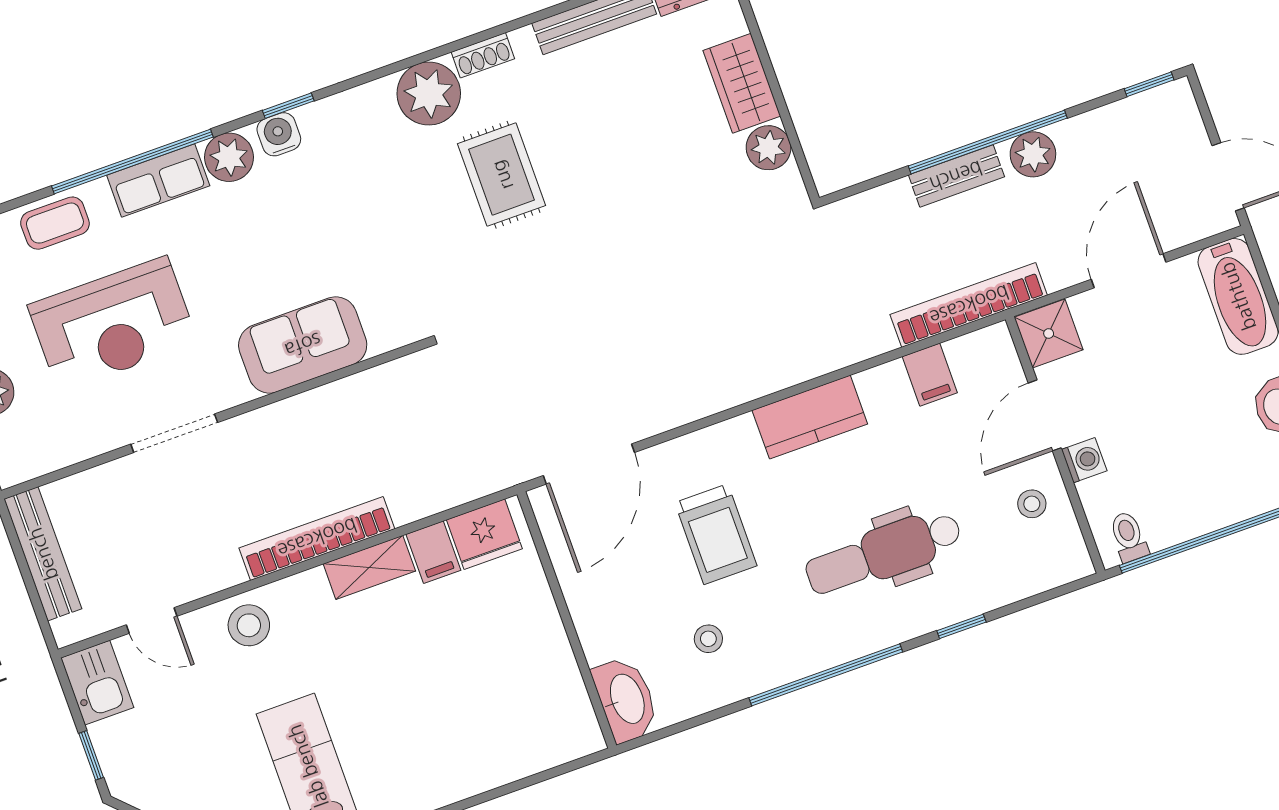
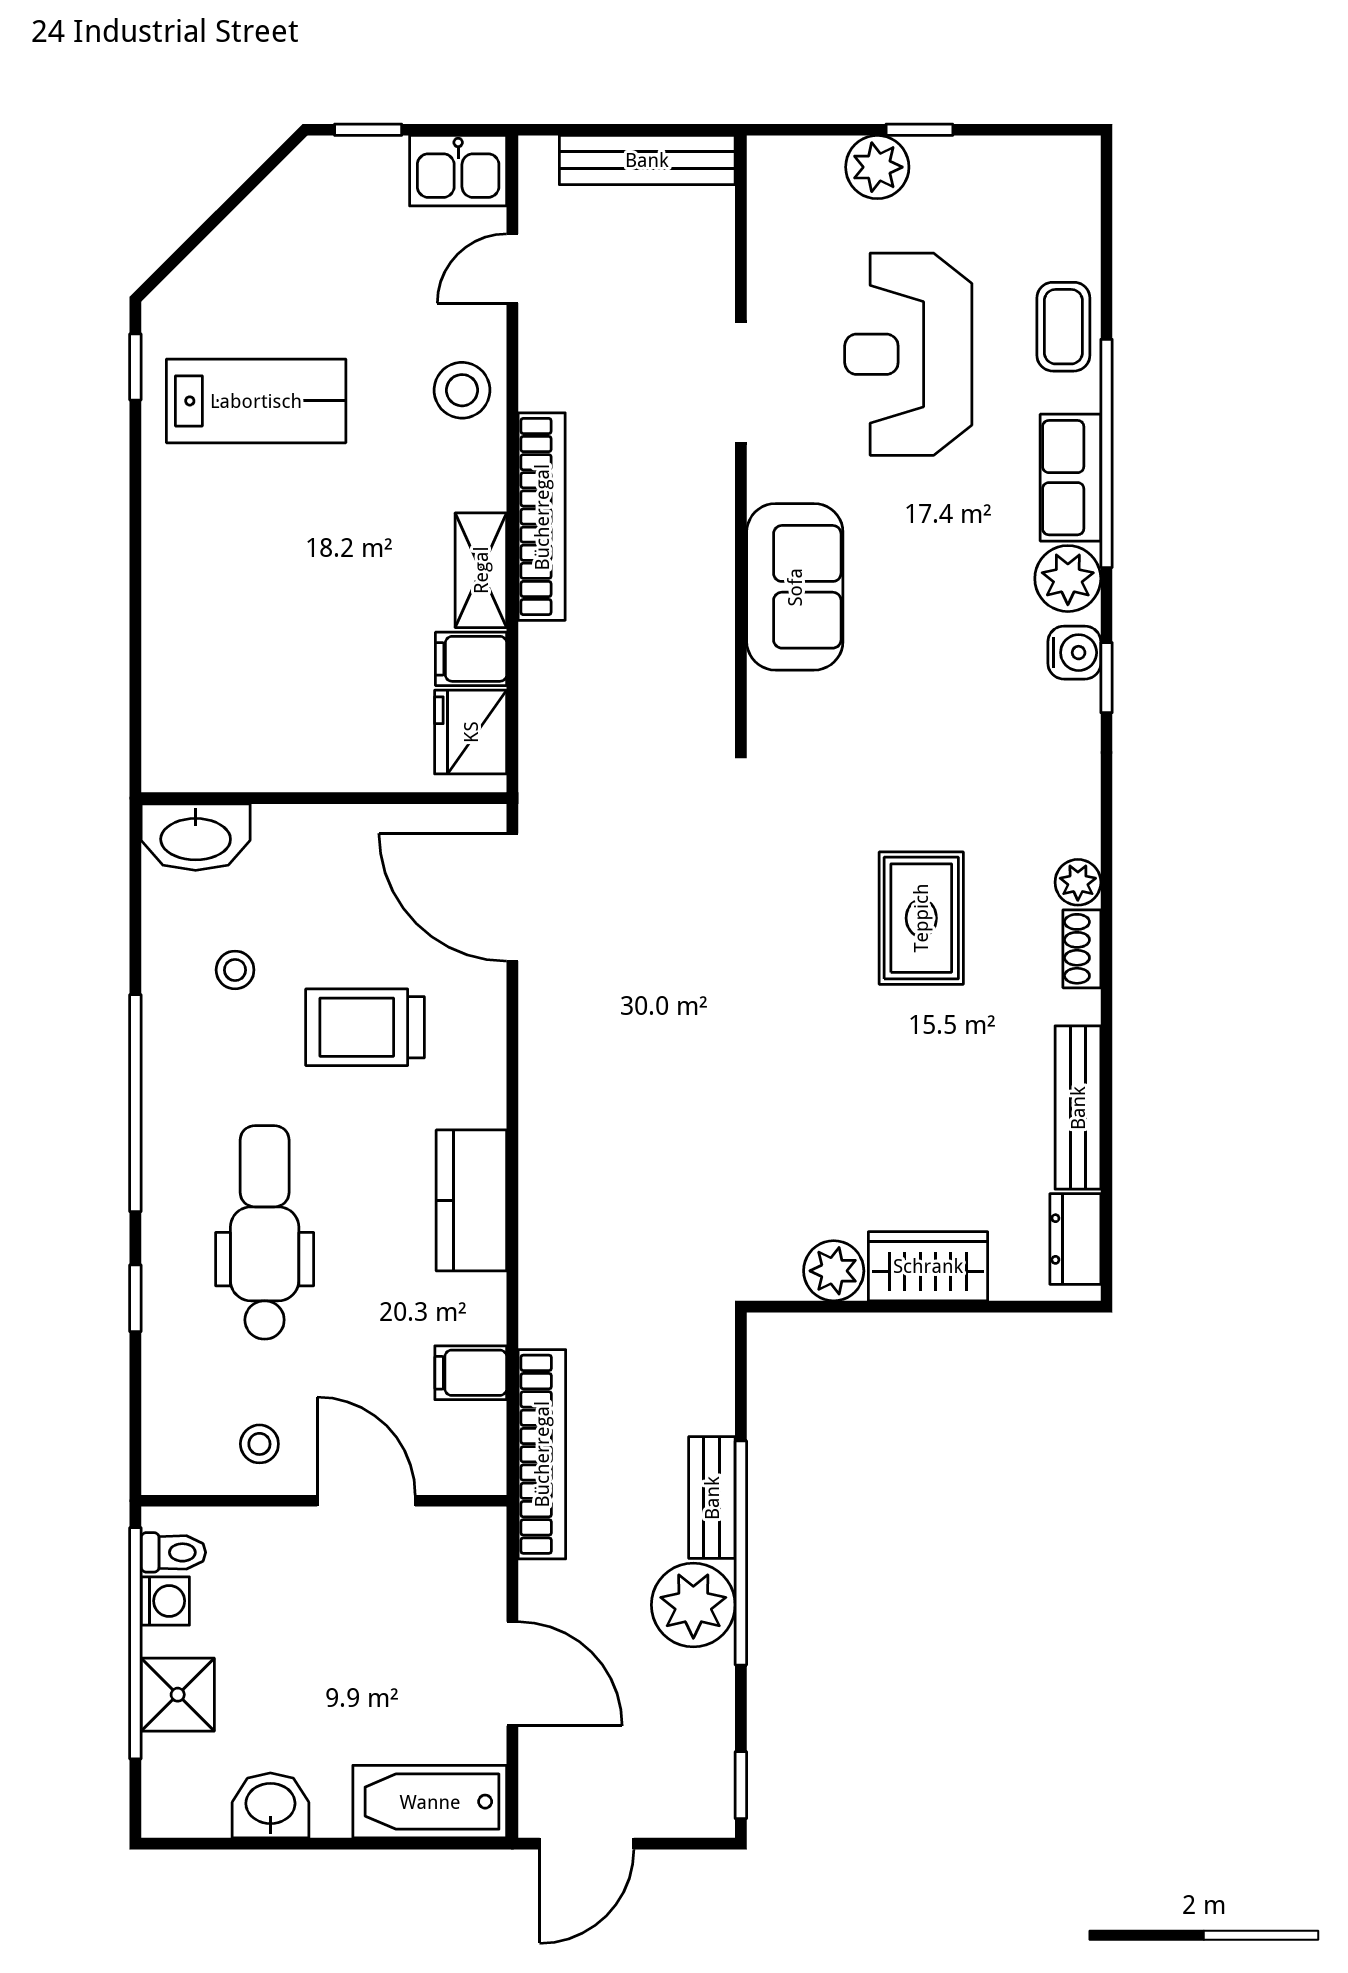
plant: (429, 94) -> (1078, 882), width x0.53, depth x0.53
plant: (1033, 154) -> (693, 1605), width x1.36, depth x1.36
rug: (502, 175) -> (921, 918), turned 90
shower: (1049, 333) -> (178, 1695), moved
washing machine: (1084, 460) -> (165, 1601), moved, turned -90

